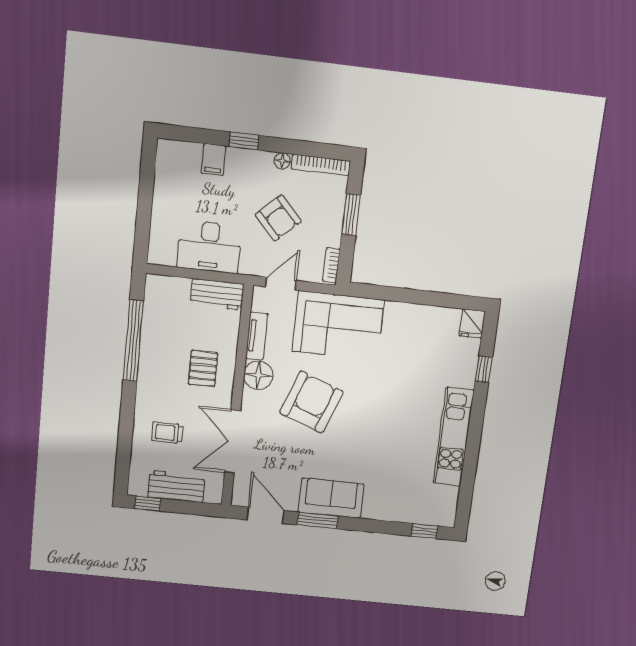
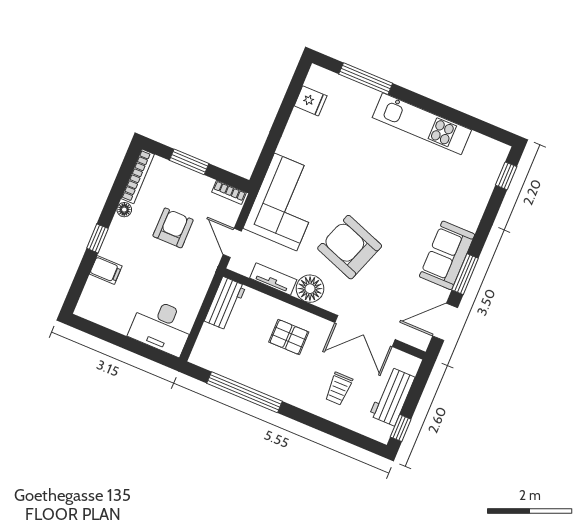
armchair: (278, 218) -> (173, 228), turned -47
desk: (209, 247) -> (162, 327), moved, turned 90
fridge: (472, 324) -> (311, 101), moved
window: (484, 369) -> (366, 79), width x2.17

